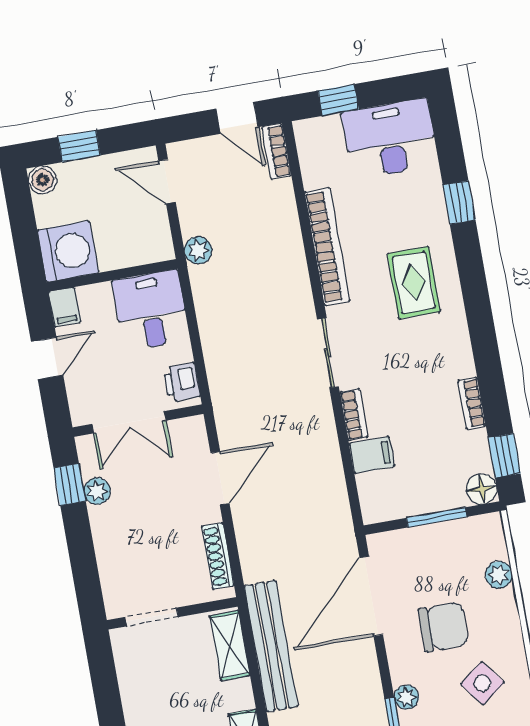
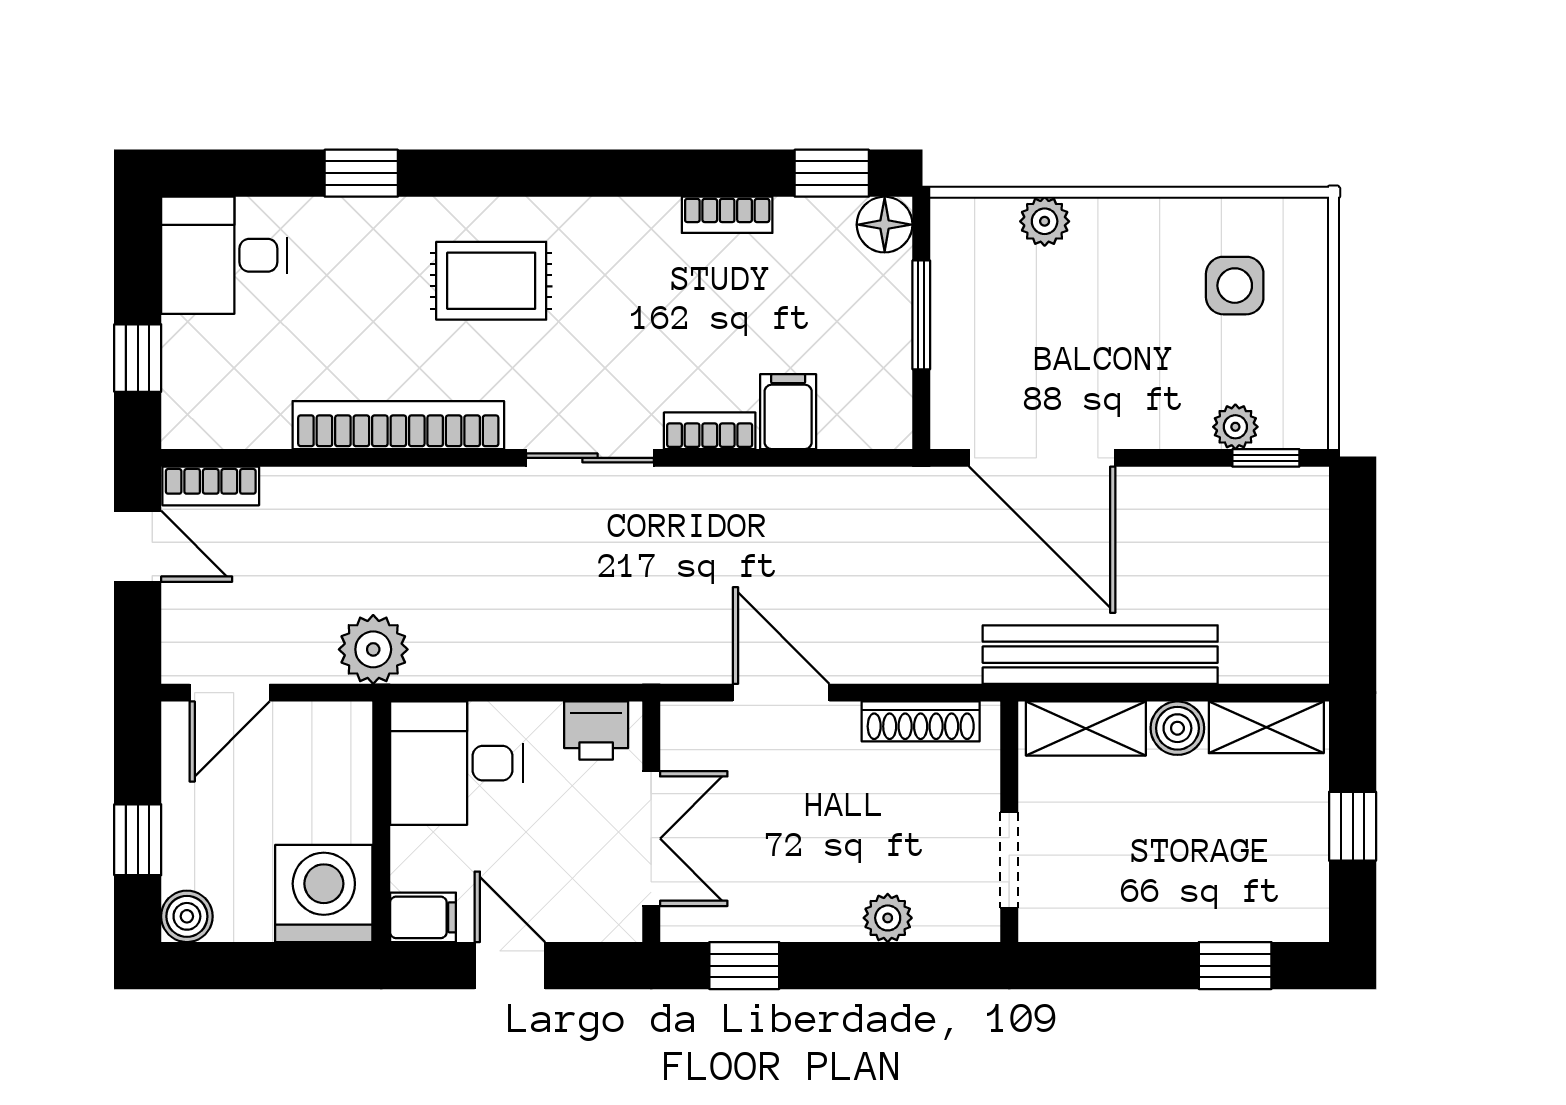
door: (237, 118) -> (138, 546), hinge flipped
desk: (390, 139) -> (224, 255), width x0.73
plant: (198, 250) -> (373, 649), width x1.38, depth x1.38
plant: (97, 491) -> (888, 918), moved
chair: (443, 627) -> (1121, 338), removed
side table: (482, 683) -> (1235, 286), turned 37
boiler: (239, 695) -> (1177, 728), added

